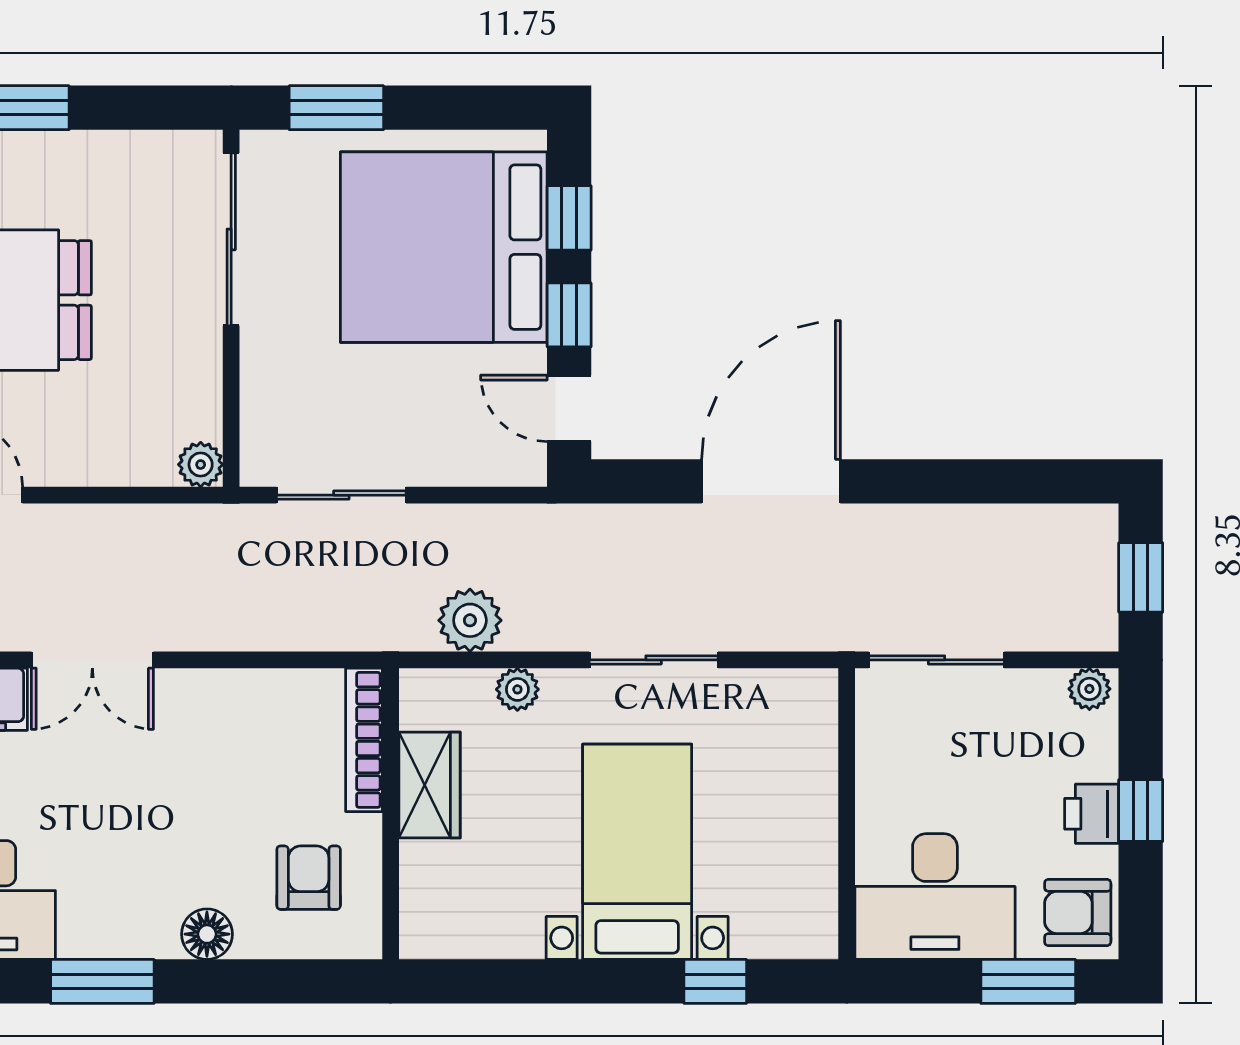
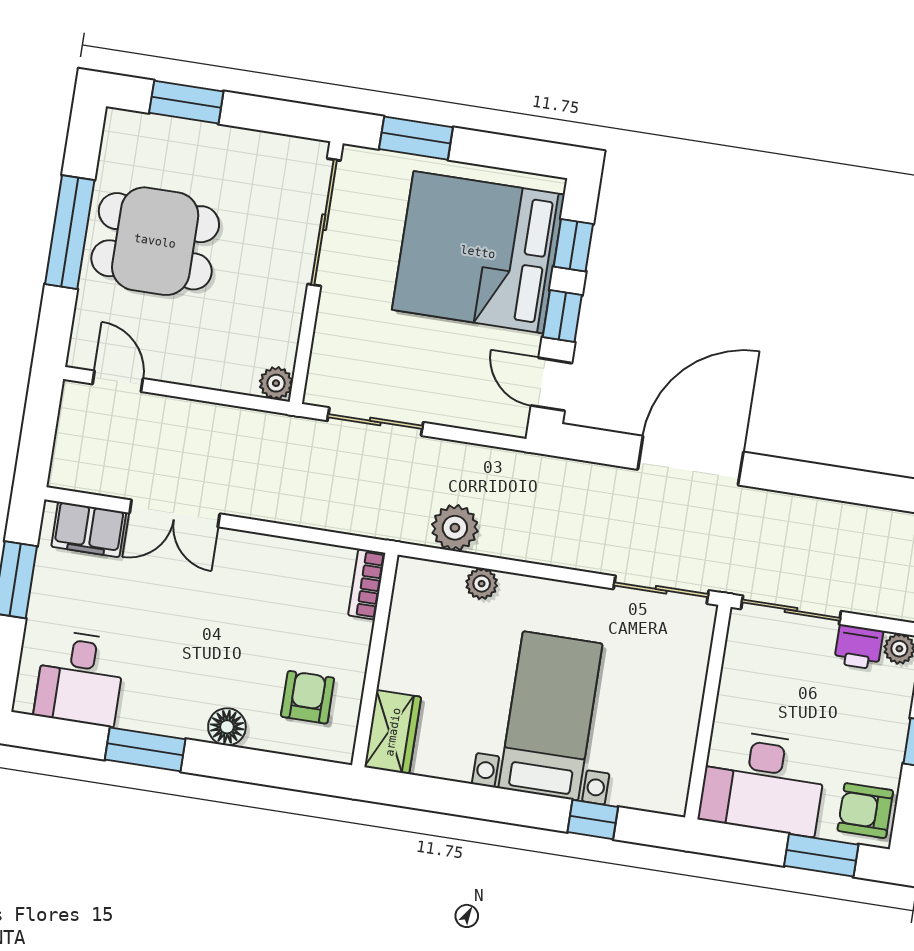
sliding door: (654, 660) -> (661, 590), moved
bookcase: (364, 740) -> (367, 584), width x0.64
wardrobe: (429, 785) -> (393, 732), moved
printer: (1092, 814) -> (859, 647), moved, turned -90

